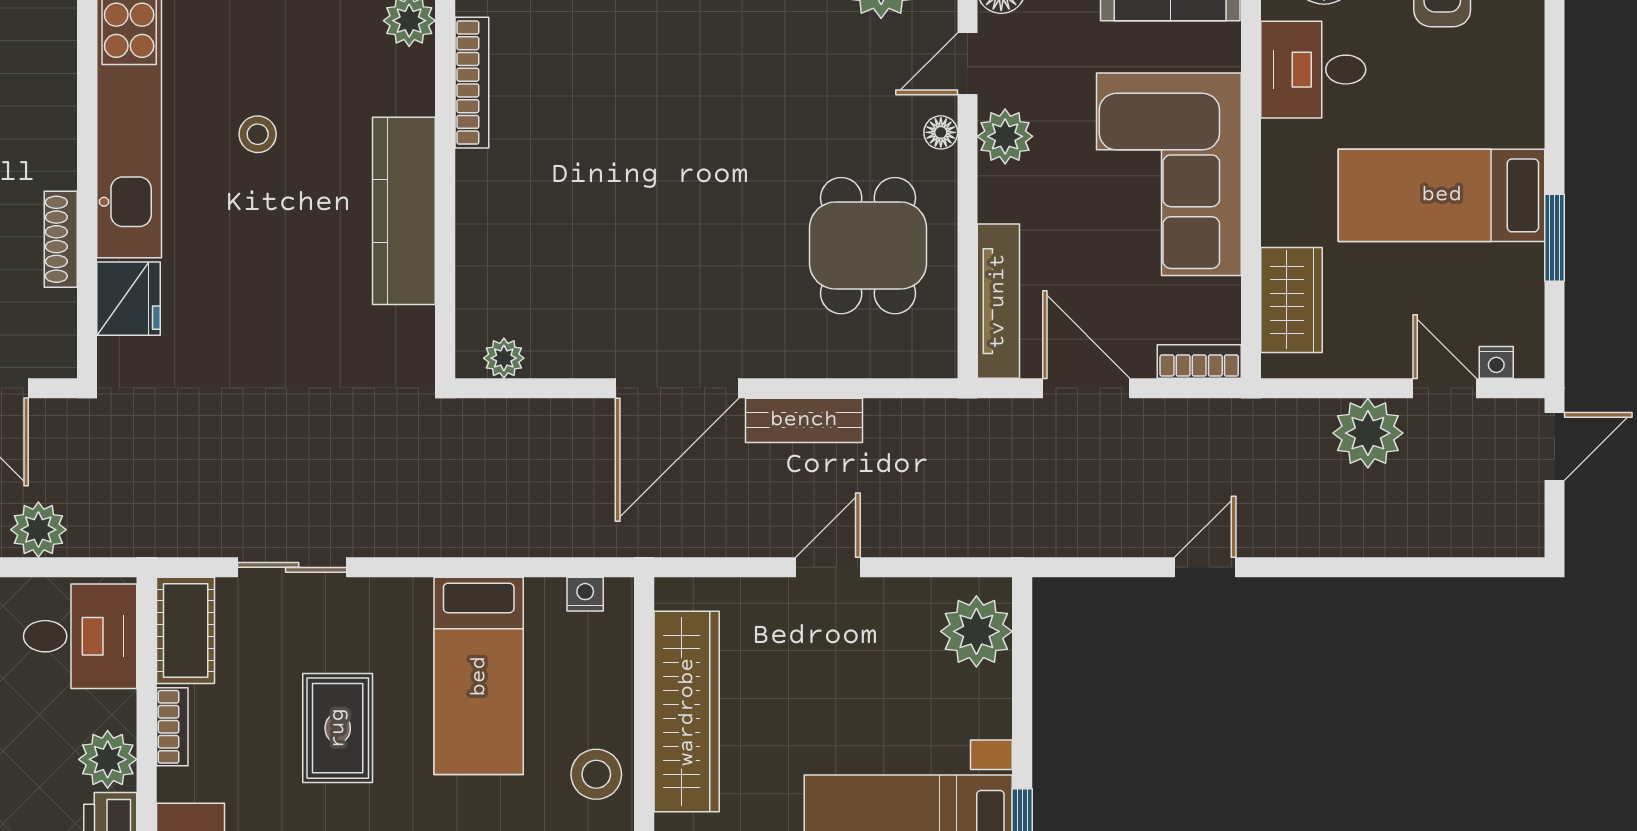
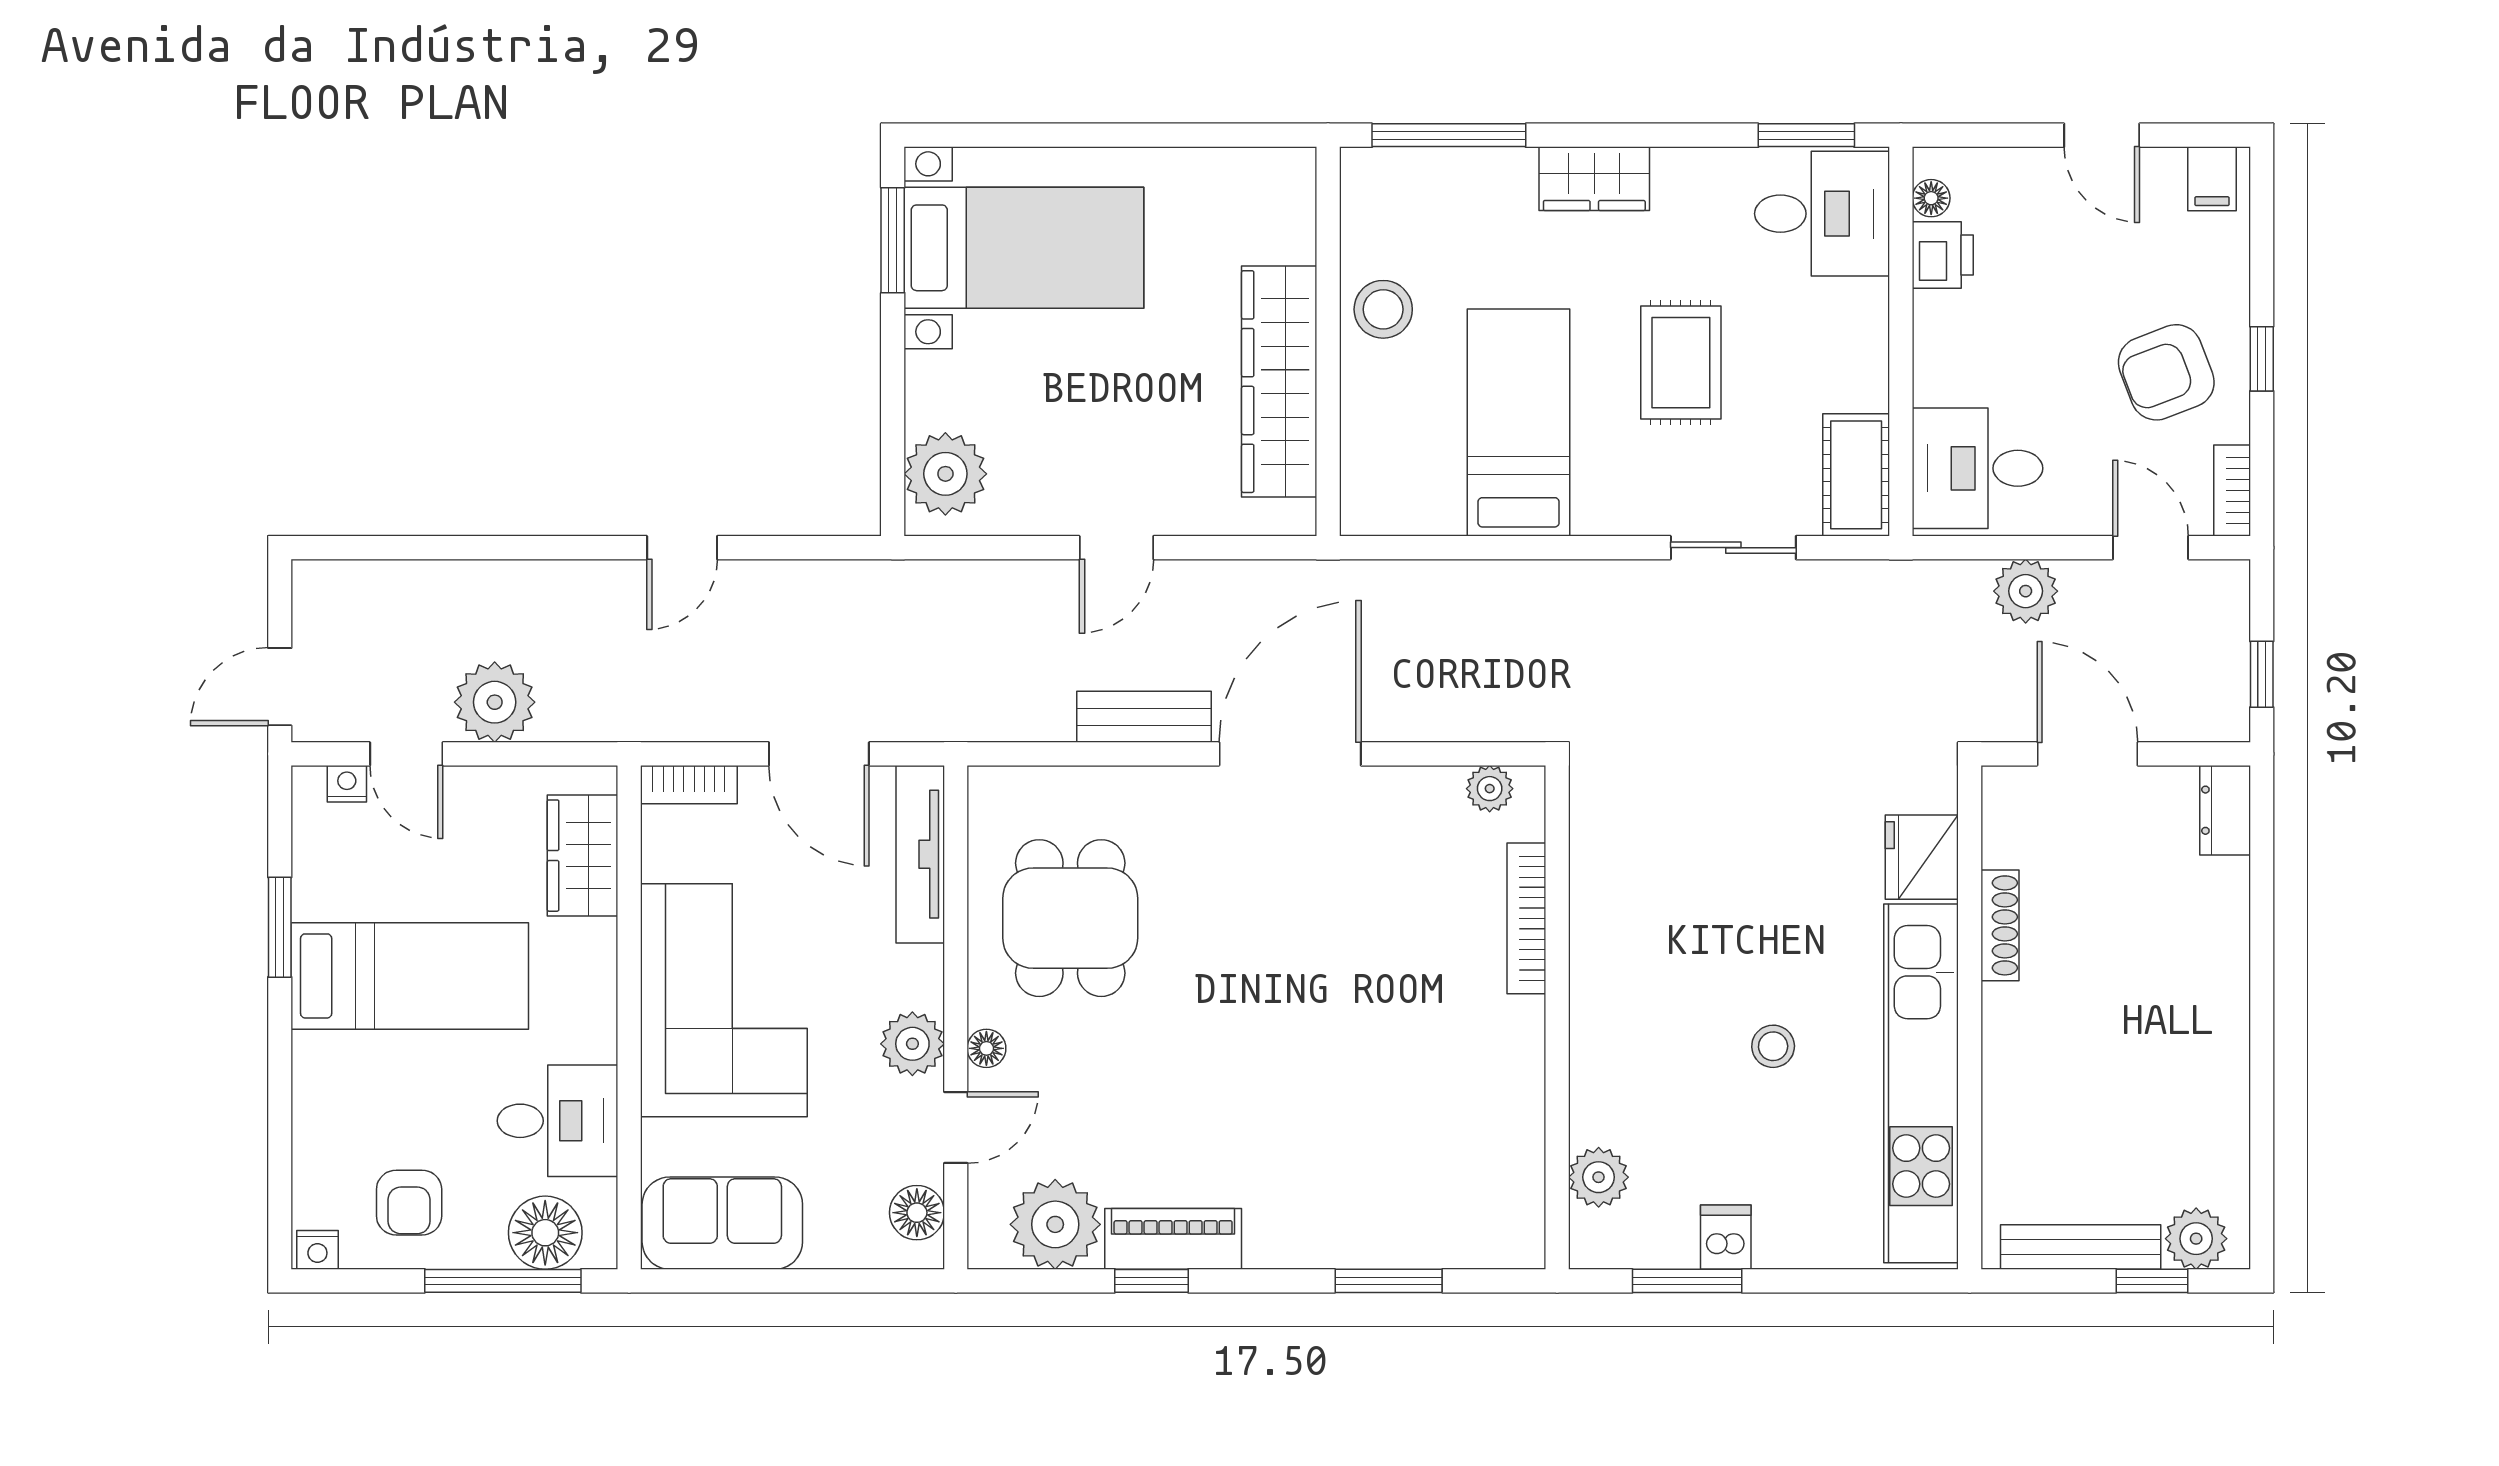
bookcase: (472, 83) -> (1526, 918), moved
kitchen counter: (404, 211) -> (1605, 958), removed
nightstand: (585, 594) -> (1396, 517), removed
bookcase: (172, 727) -> (1871, 364), removed
plant: (108, 759) -> (1946, 326), removed

